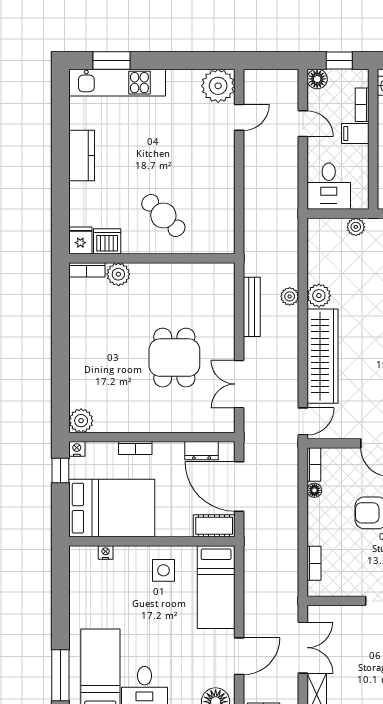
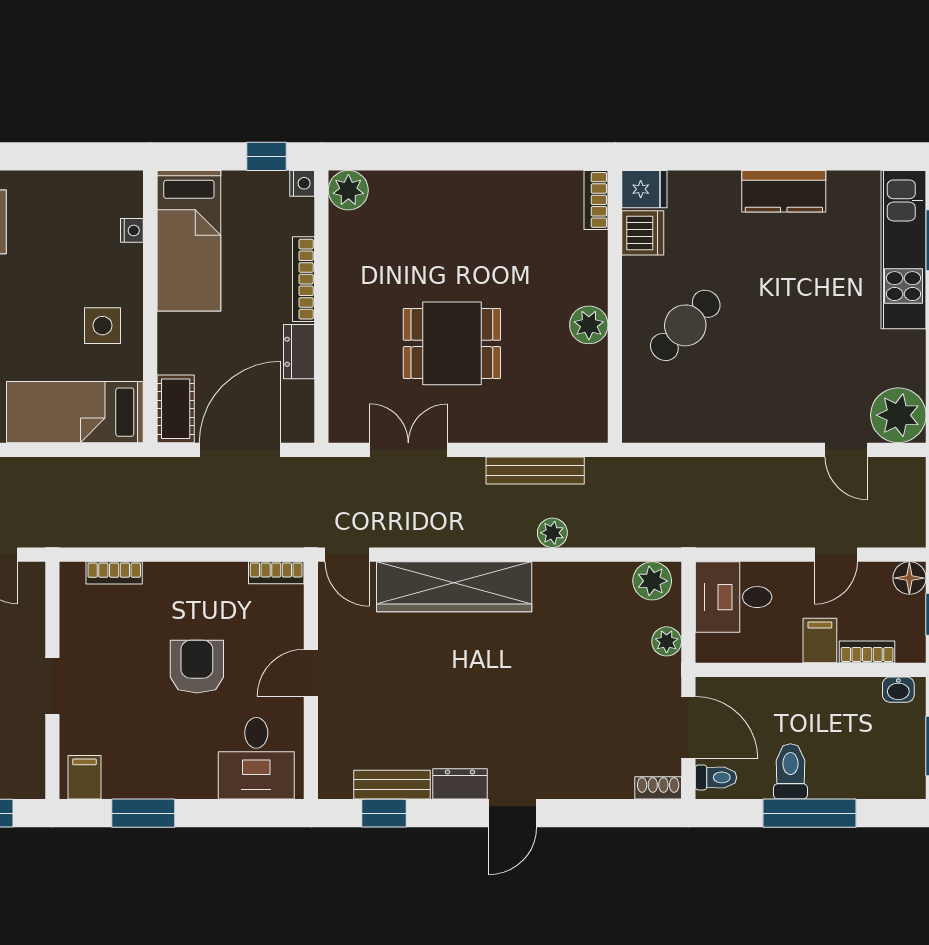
plant: (118, 274) -> (589, 325), moved
plant: (319, 296) -> (652, 581), moved
bookcase: (135, 448) -> (304, 279), width x1.56
dresser: (202, 451) -> (299, 352), moved
floor lamp: (314, 490) -> (234, 573), removed
bed: (112, 508) -> (189, 241), width x0.67

